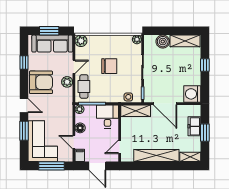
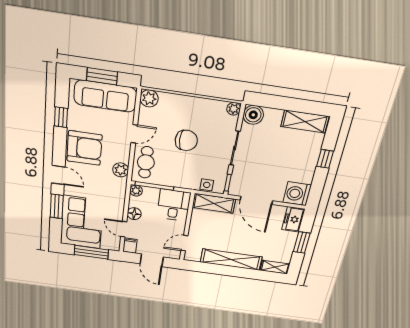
boiler: (163, 42) -> (253, 115), moved
plant: (67, 82) -> (121, 170), moved
freezer: (194, 126) -> (293, 219), moved

